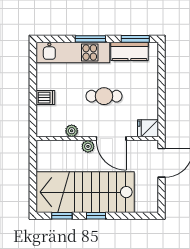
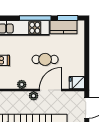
window: (90, 39) -> (35, 18), width x1.44
door: (111, 139) -> (50, 90), swing flipped

